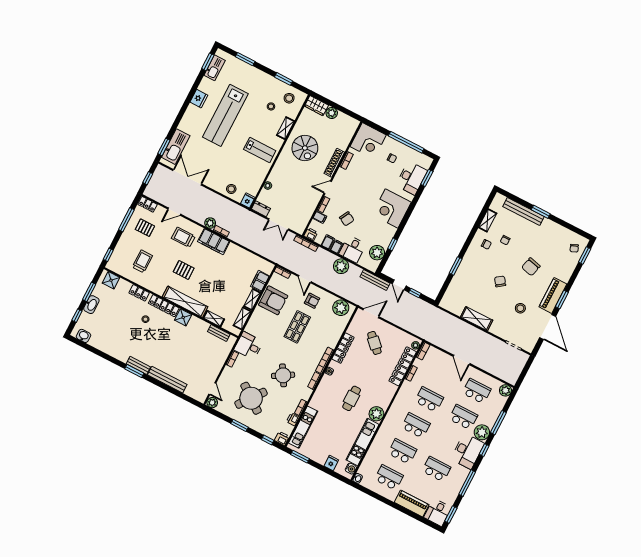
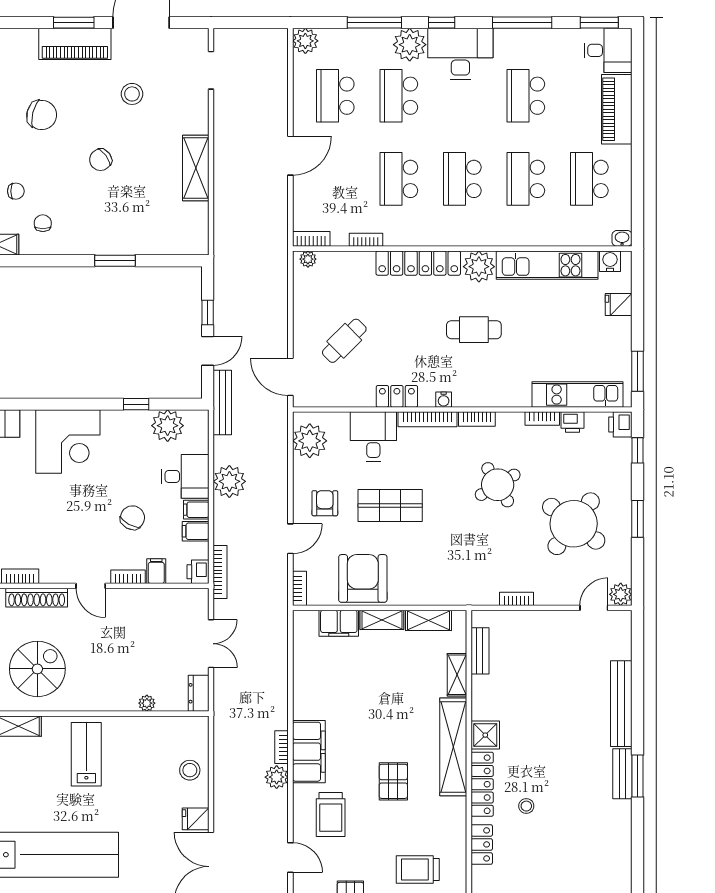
fridge: (248, 200) -> (196, 819), moved
desk: (249, 346) -> (373, 437), moved, turned 180
locker: (343, 348) -> (397, 396), width x0.66
locker: (403, 366) -> (418, 263), moved

